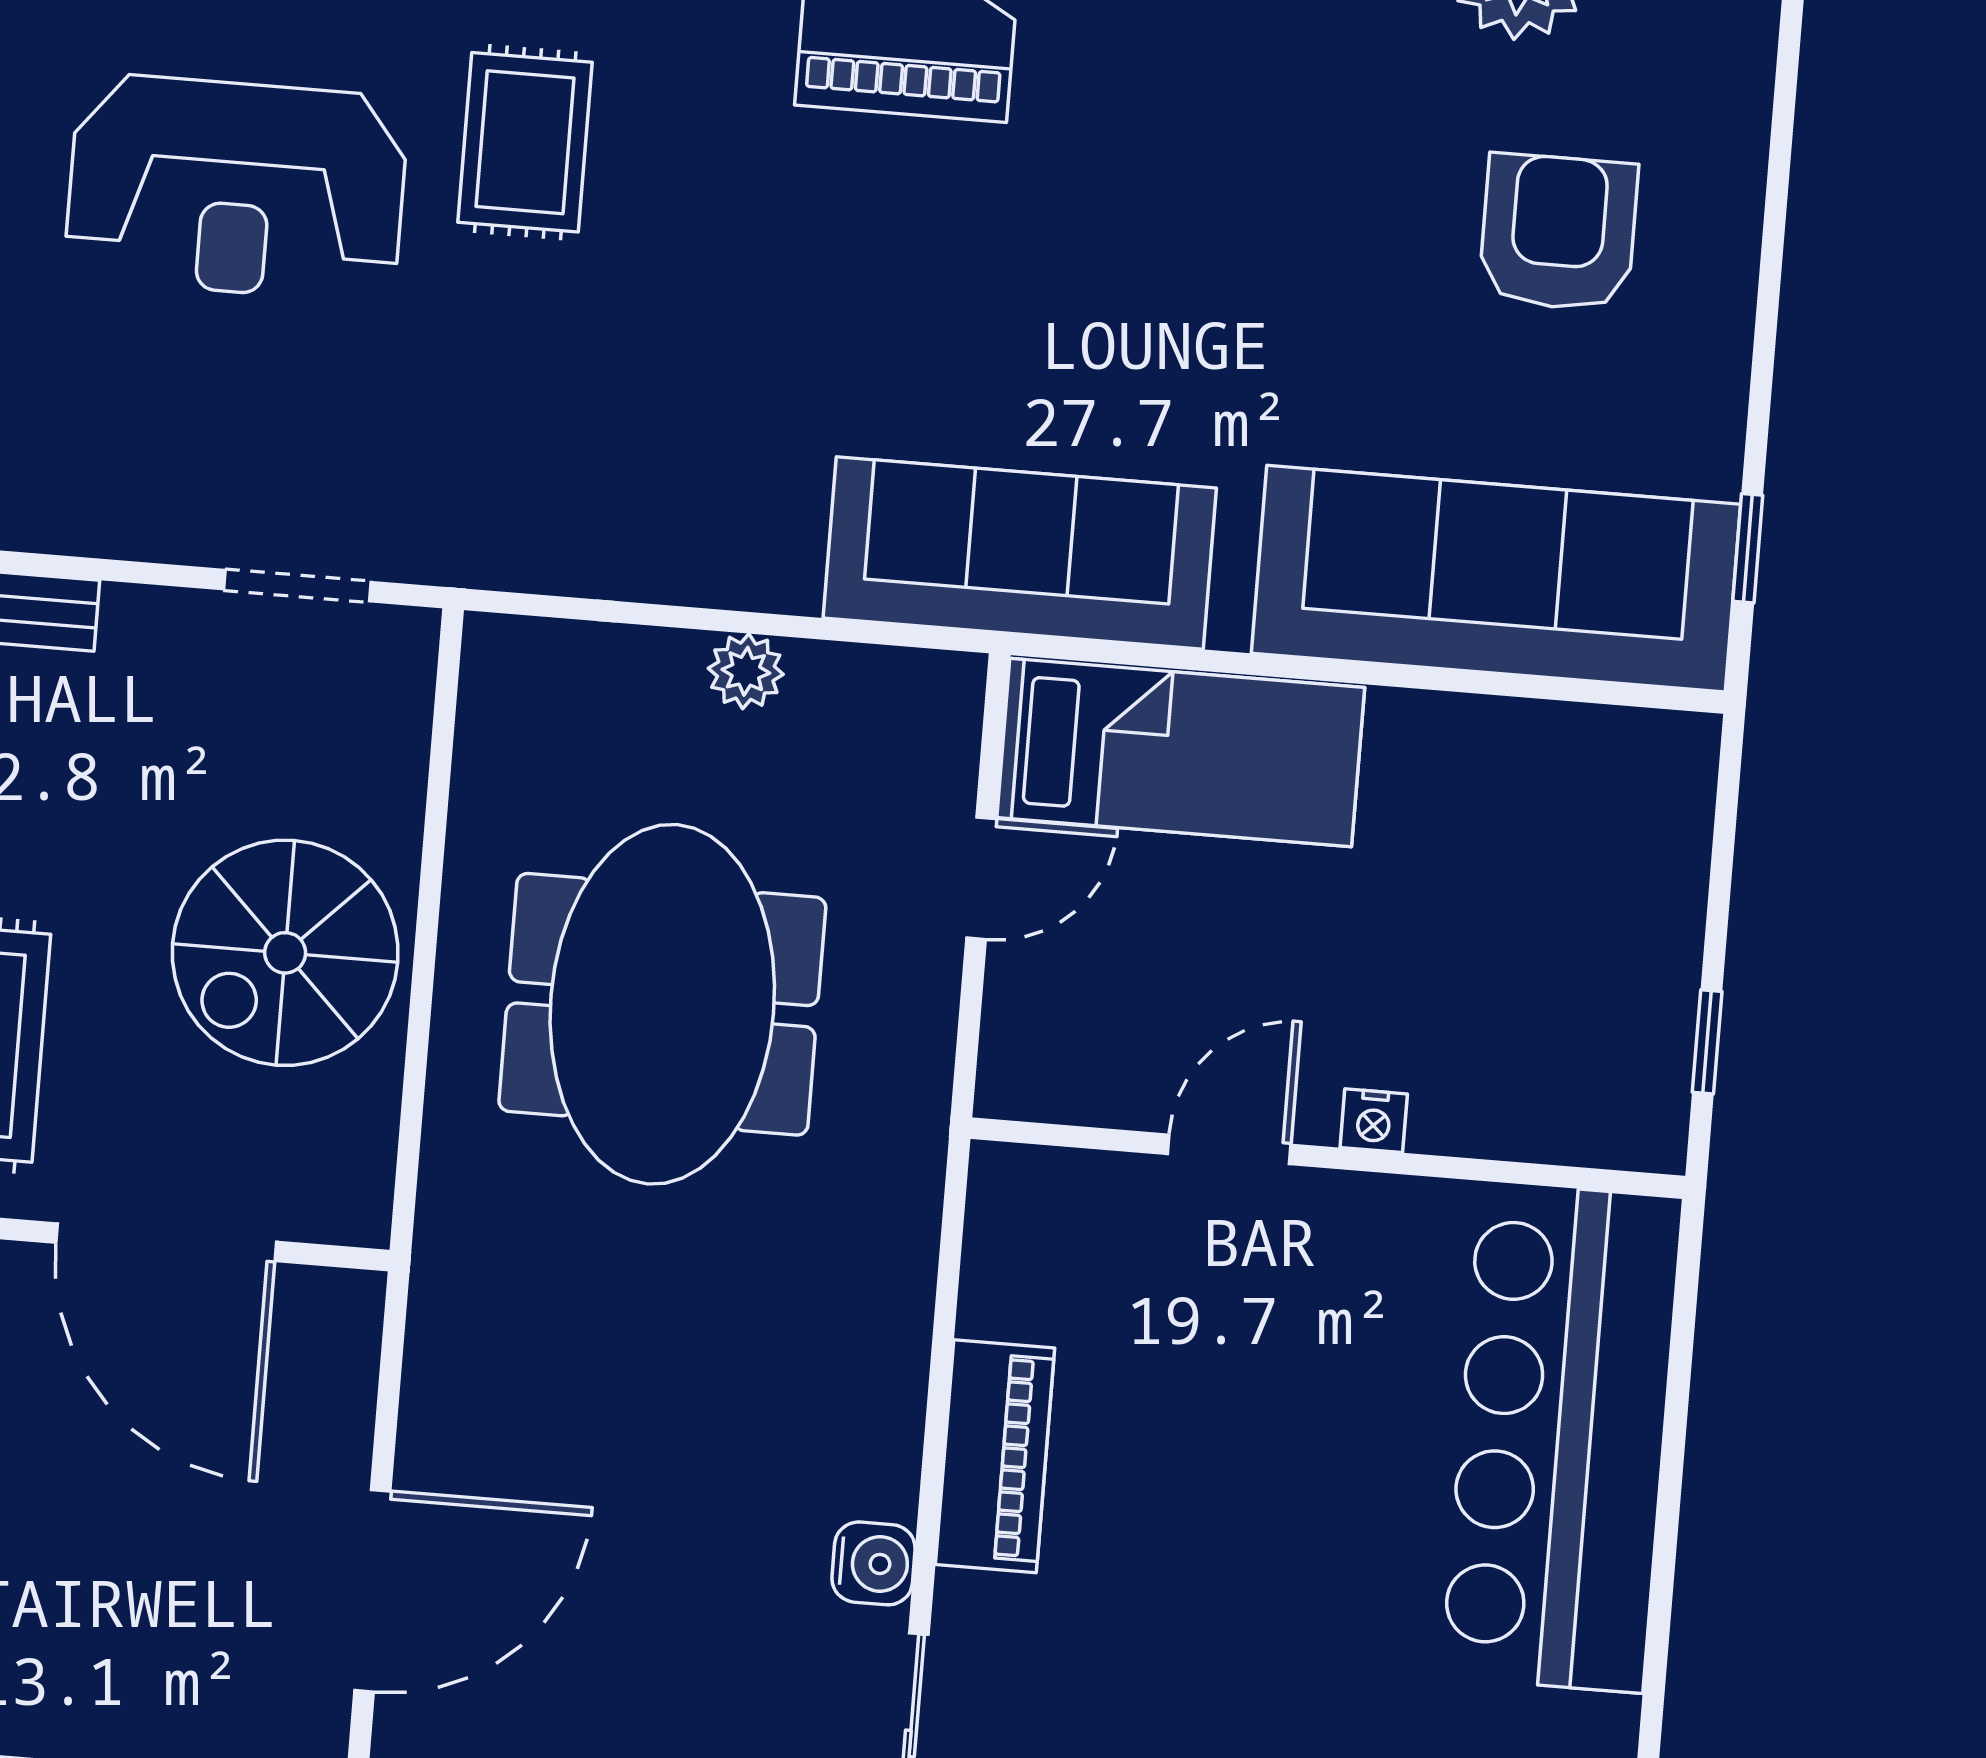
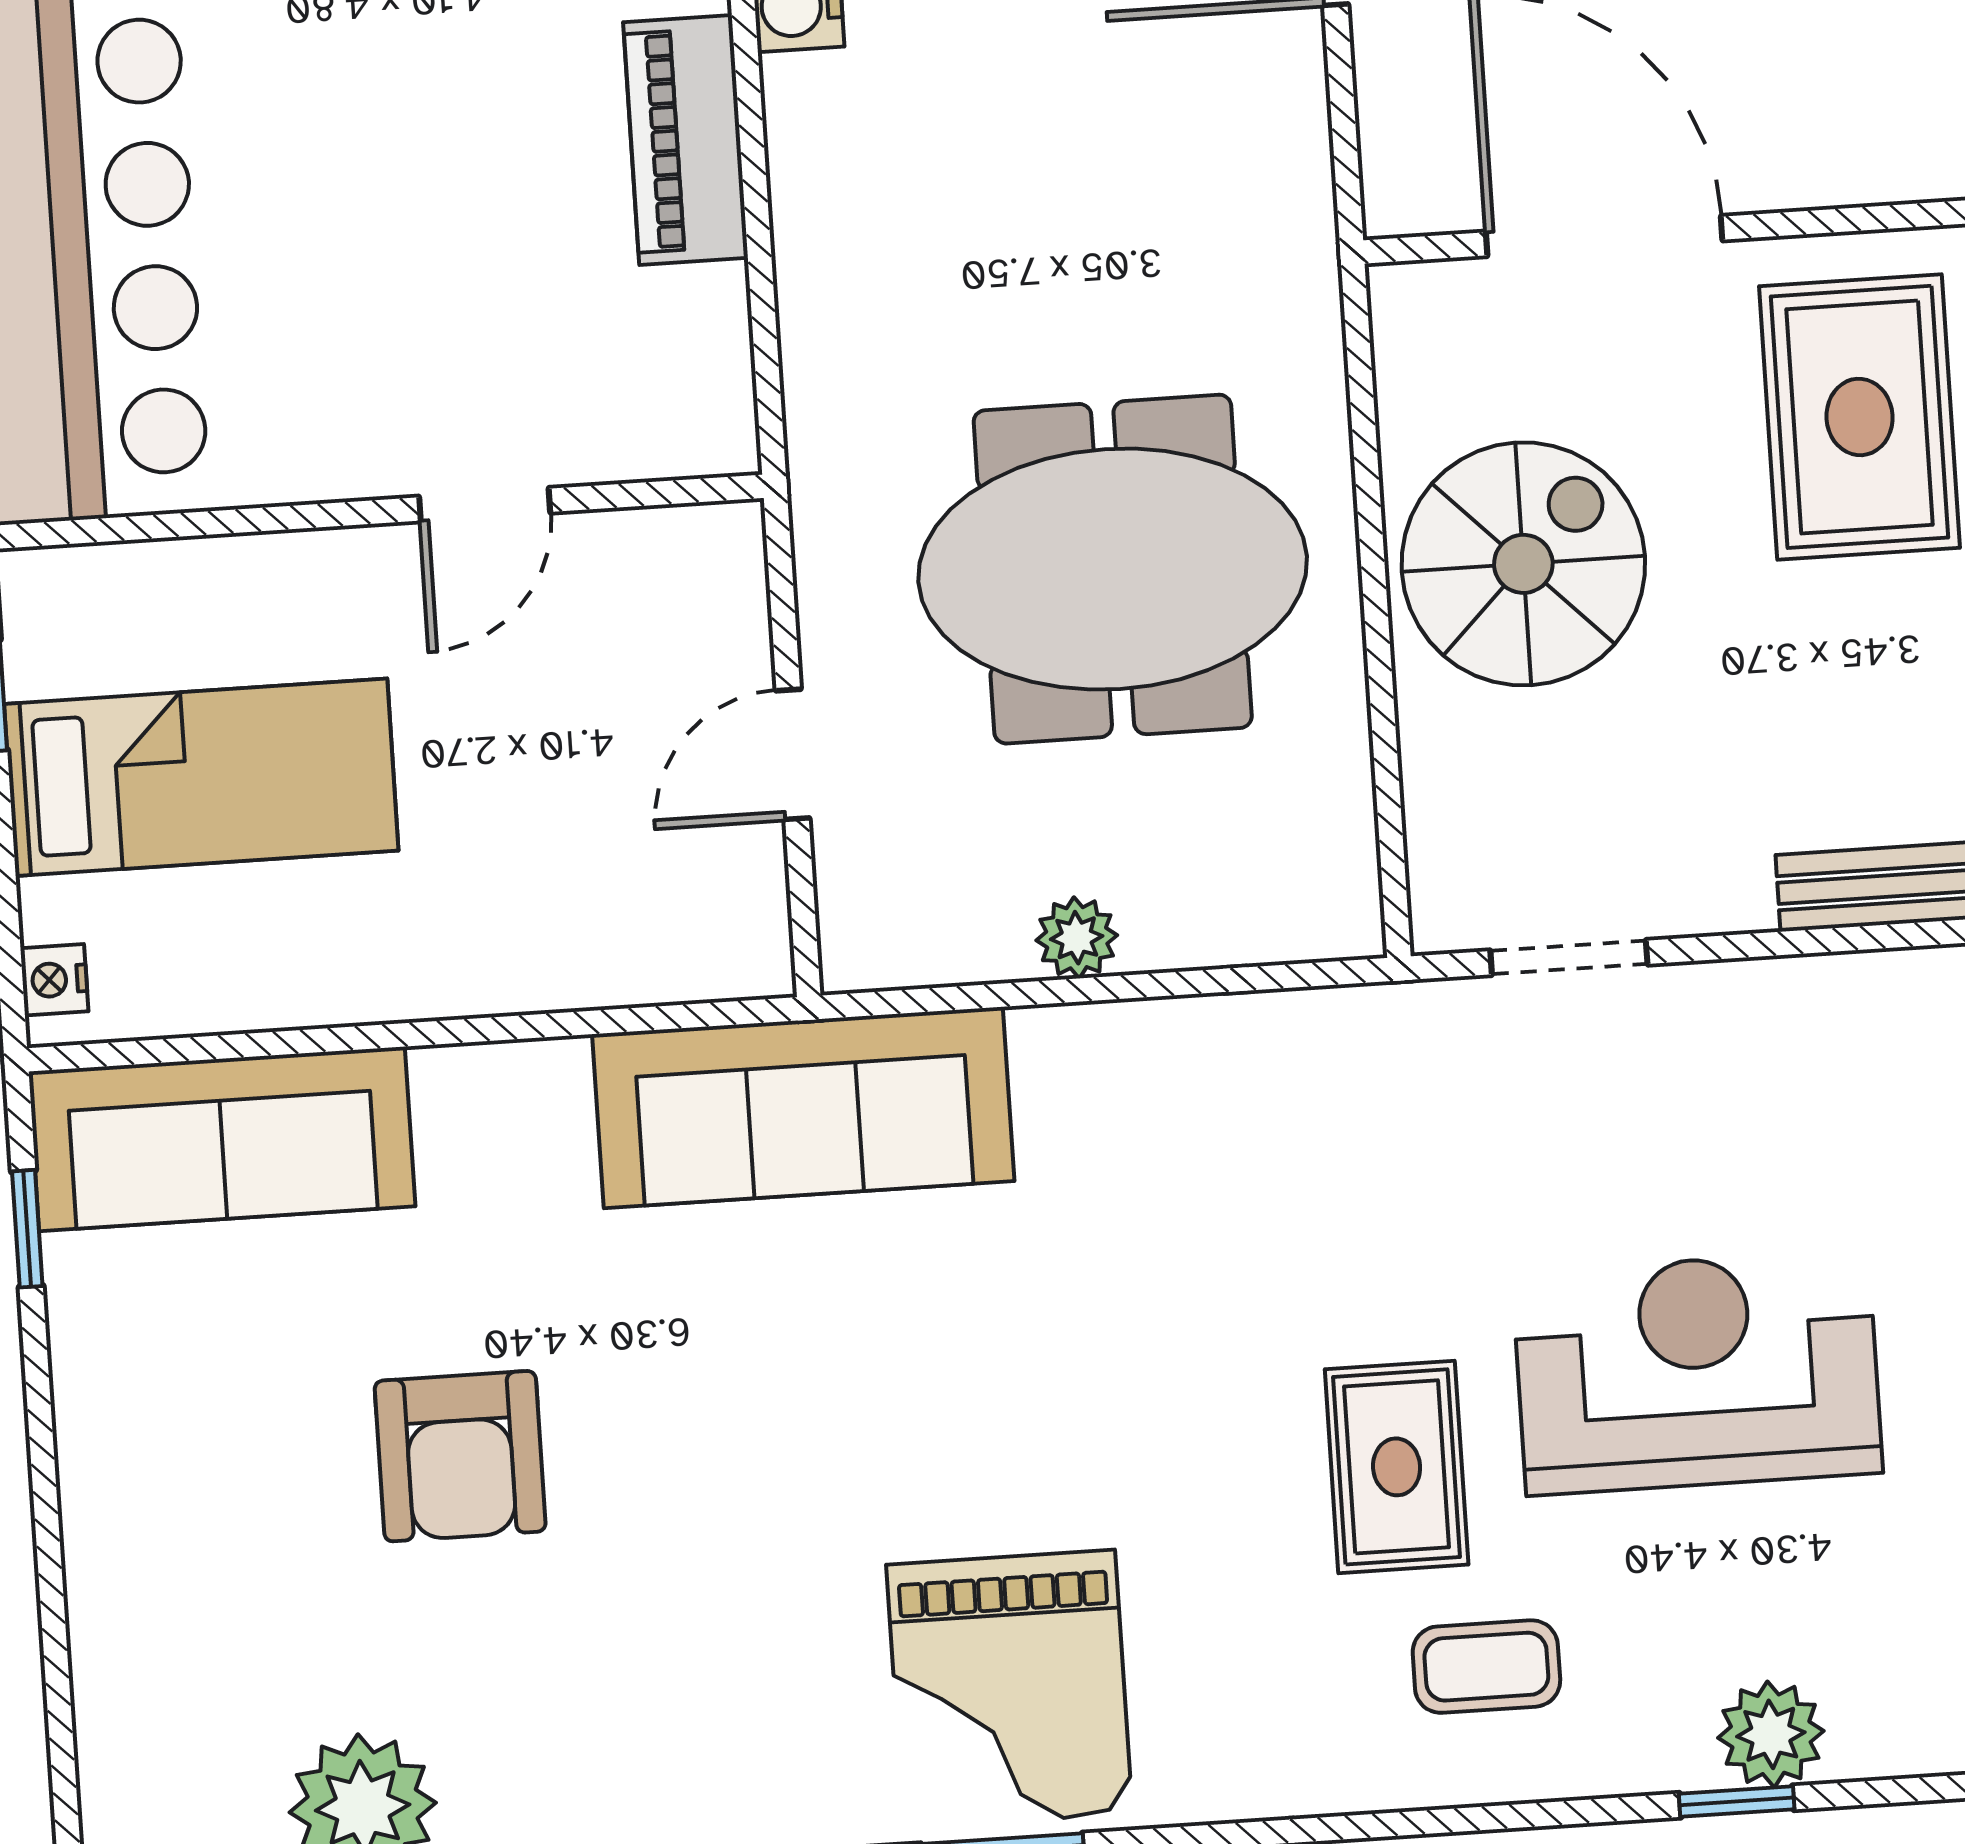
armchair: (1558, 232) -> (460, 1456), moved
sofa: (1496, 579) -> (222, 1139), width x0.74, depth x0.79
bed: (1181, 753) -> (201, 777), moved, turned 180
meeting table: (662, 1004) -> (1113, 569), turned 90
nightstand: (1374, 1121) -> (54, 980), moved, turned -90

